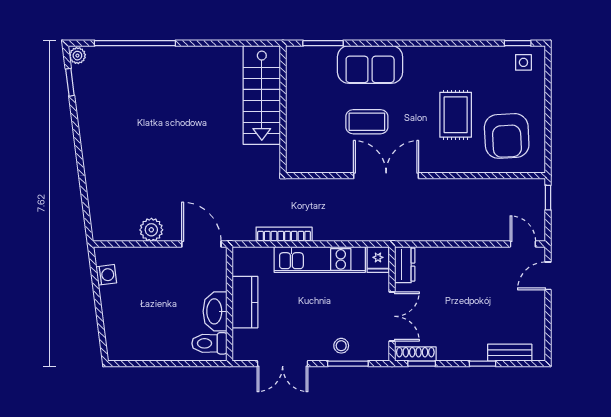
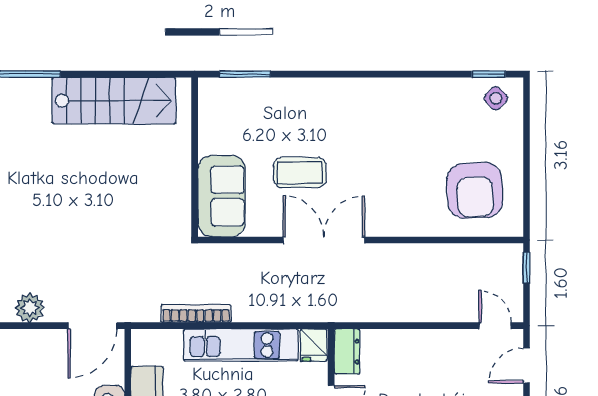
side table: (523, 62) -> (496, 98), turned 45
sofa: (370, 65) -> (221, 196), moved, turned -90
stairs: (262, 95) -> (114, 101), moved, turned -90
rug: (456, 115) -> (411, 164), removed
door: (201, 244) -> (92, 326), swing flipped

